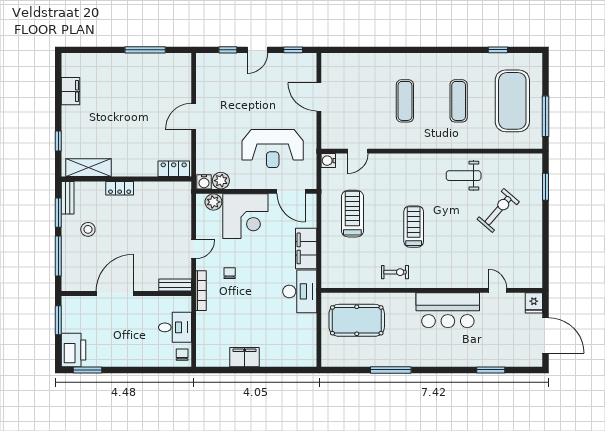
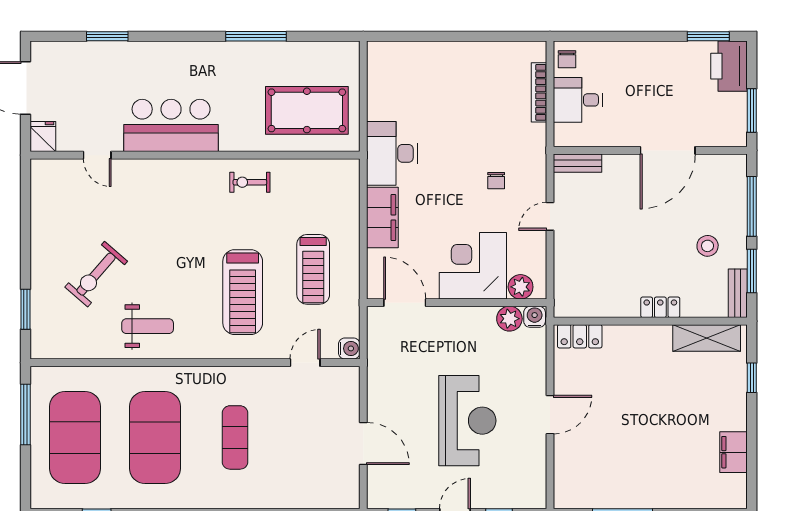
exercise mat: (459, 101) -> (155, 437), width x2.00, depth x1.45
reception desk: (273, 149) -> (467, 421), moved, turned 90
treadmill: (414, 227) -> (243, 292), moved, width x1.37, depth x1.38
bookcase: (201, 291) -> (539, 92), moved
filing cabinet: (245, 357) -> (474, 56), removed

